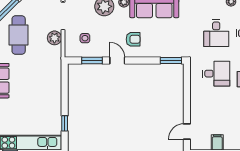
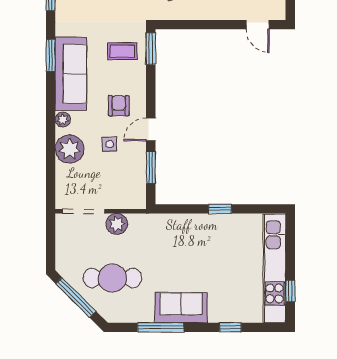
side table: (85, 38) -> (110, 144), moved
coffee table: (169, 42) -> (122, 51), added
window: (65, 123) -> (220, 209), moved

